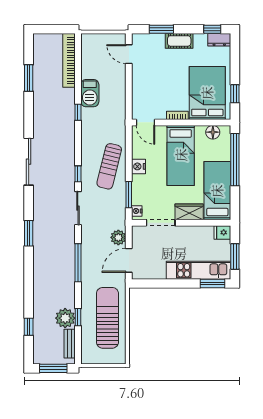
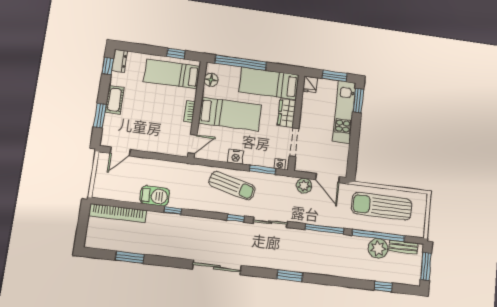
bed: (207, 93) -> (172, 74), width x0.67
window: (78, 317) -> (378, 235), width x3.17

